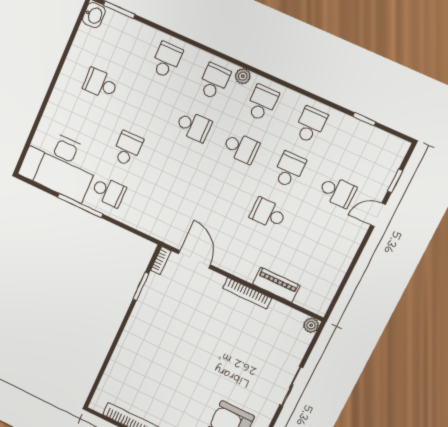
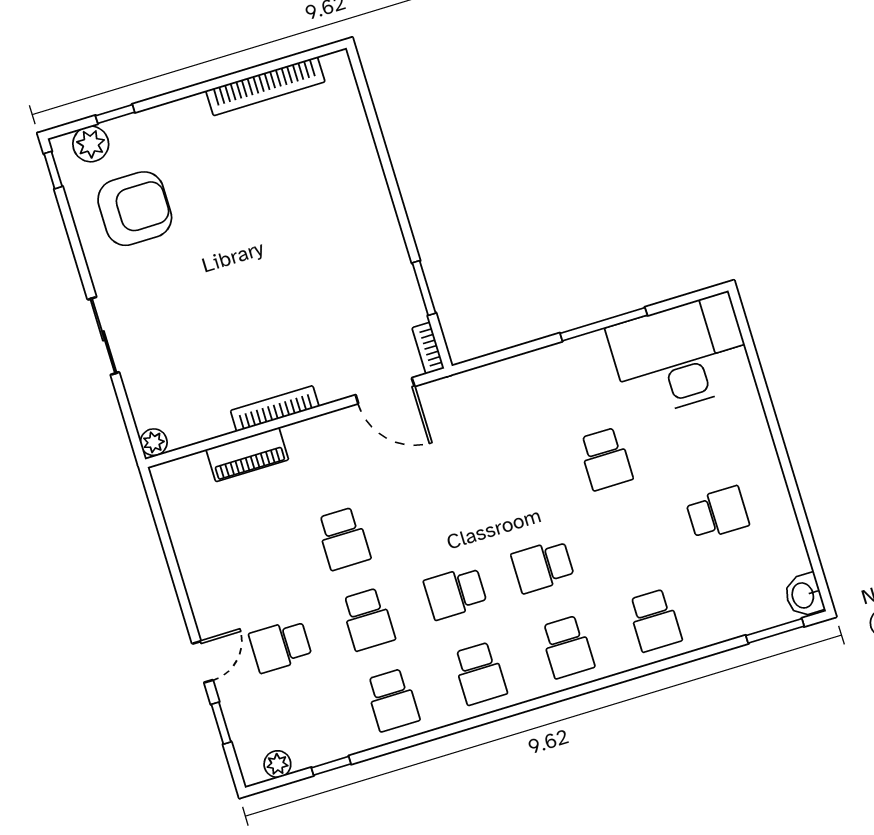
plant: (243, 76) -> (277, 764), moved
school desk: (109, 192) -> (581, 378), removed
school desk: (268, 213) -> (343, 539), turned 90

